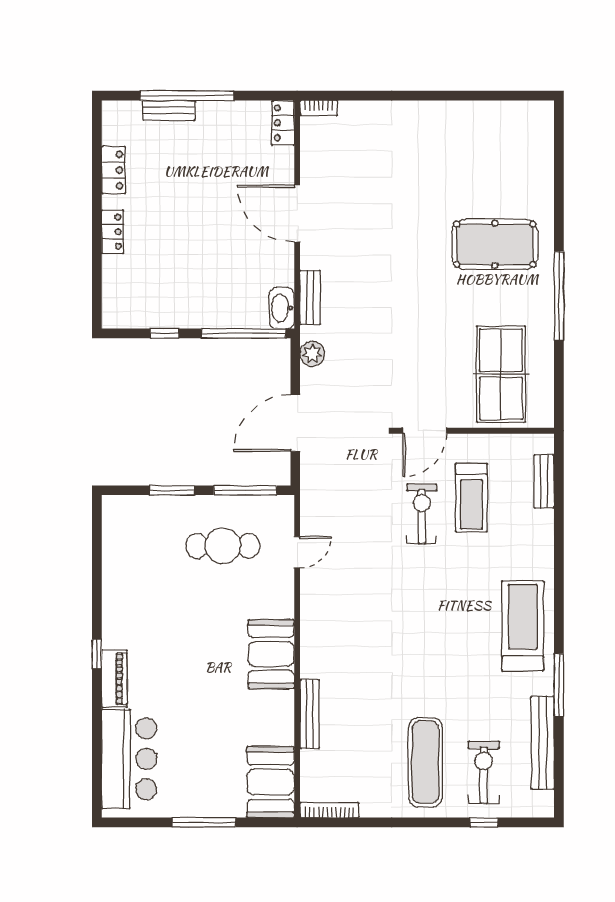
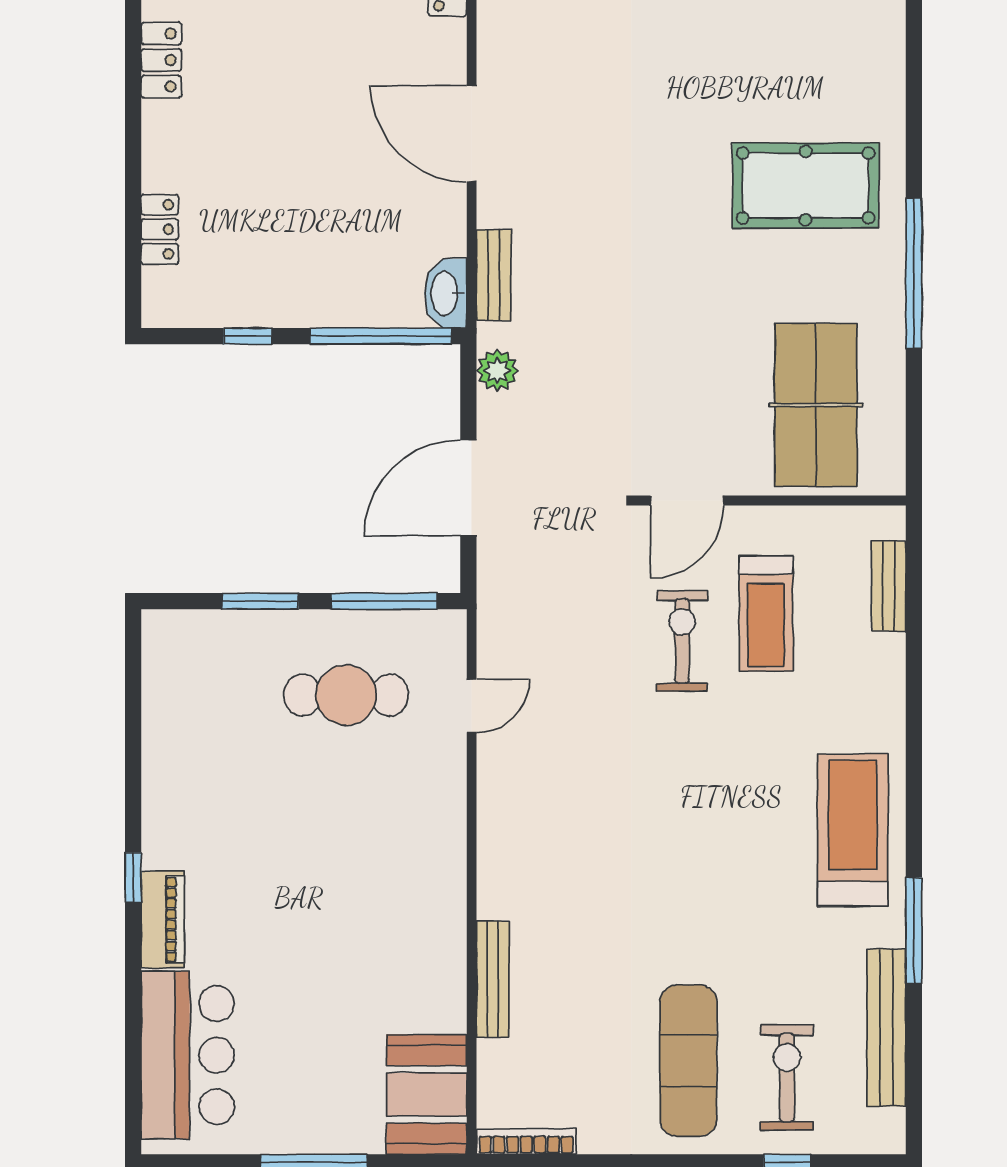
locker: (113, 232) -> (160, 229), moved
booth: (271, 654) -> (428, 878), removed

